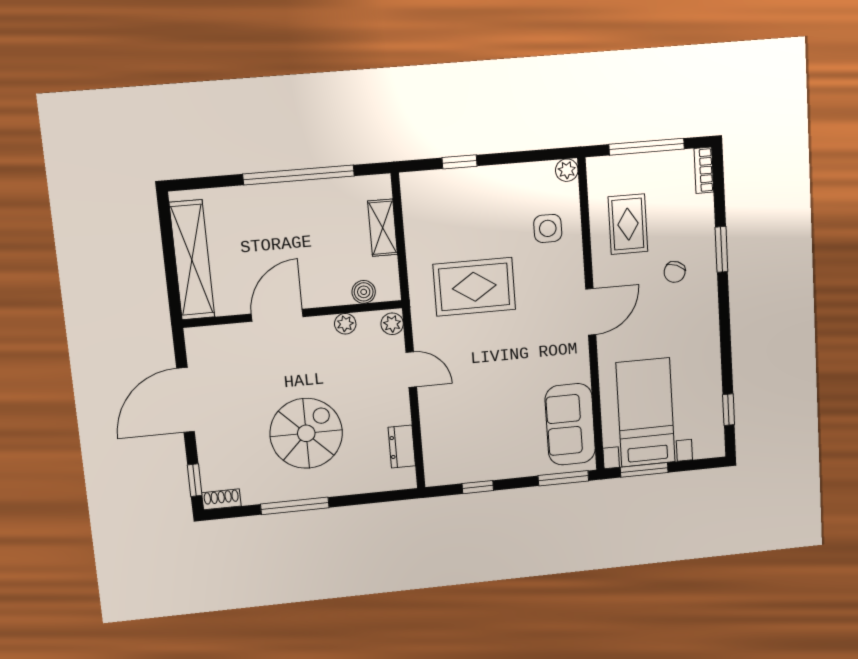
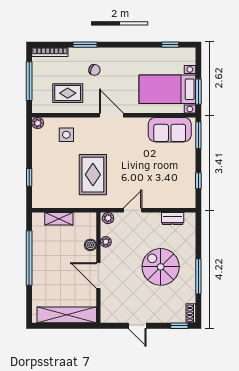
bookcase: (704, 170) -> (50, 52), width x1.56
boiler: (364, 292) -> (90, 245), moved
door: (186, 400) -> (137, 326), width x0.53

